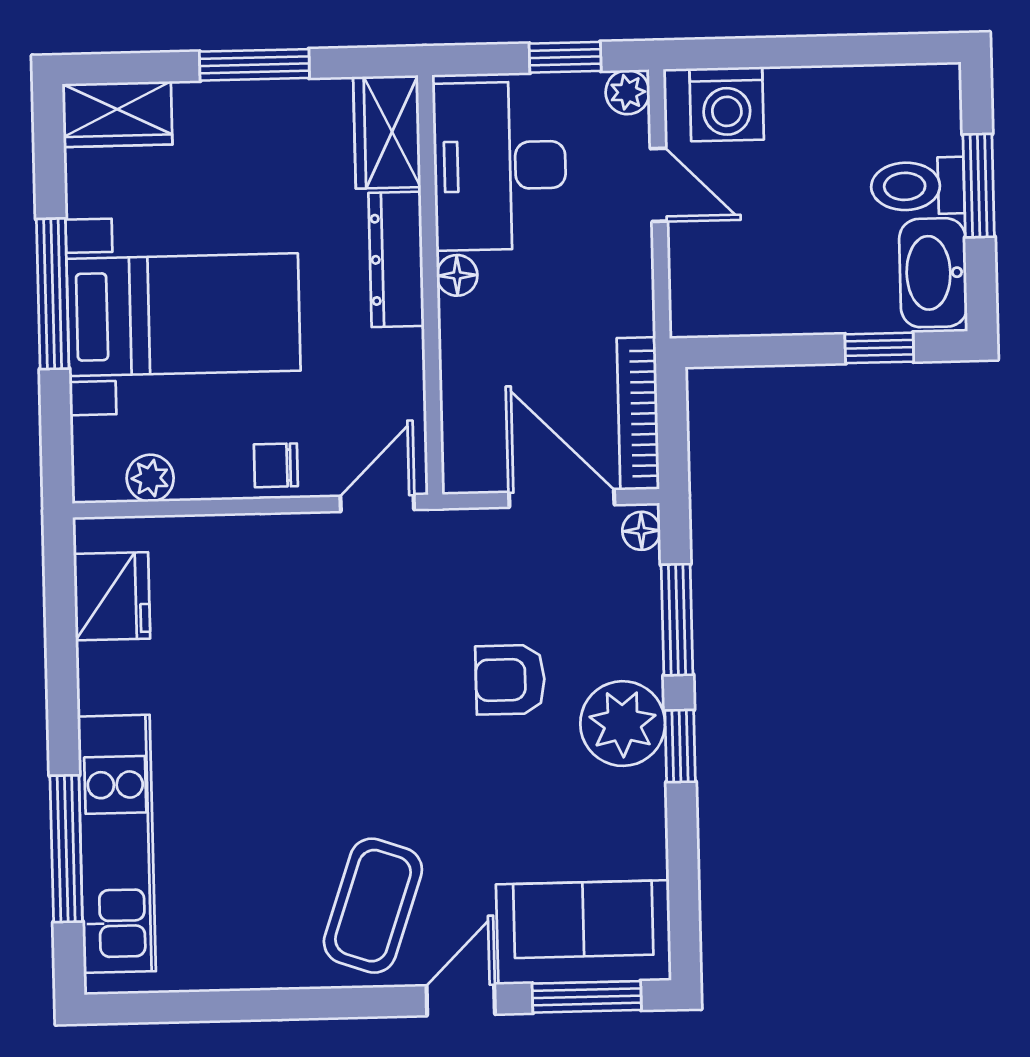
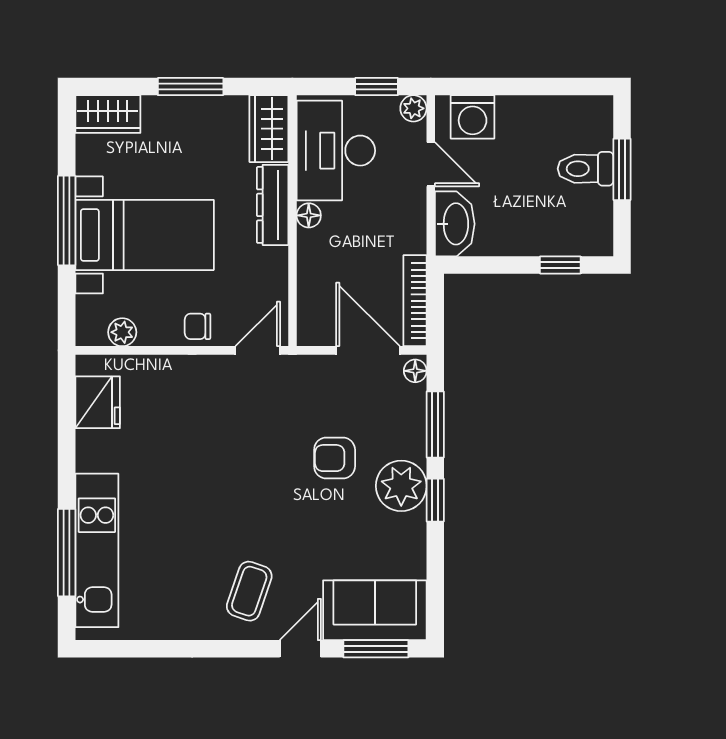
washbasin: (933, 273) -> (455, 224), moved, turned 180
coffee table: (373, 906) -> (249, 591), width x0.73, depth x0.77

